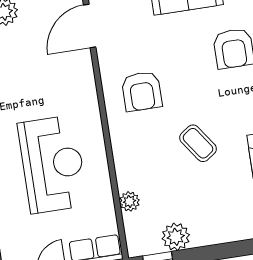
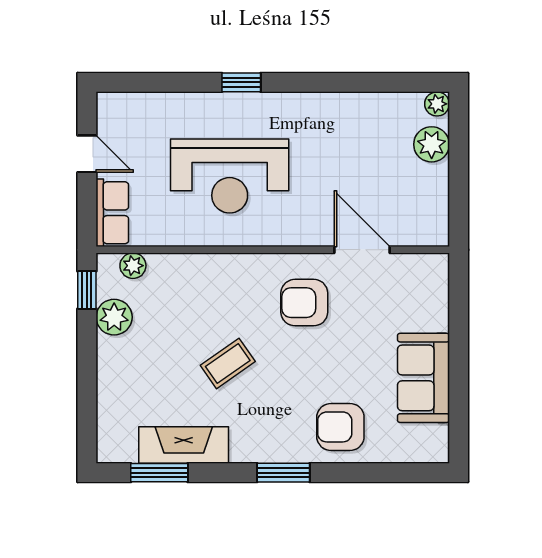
door: (90, 26) -> (362, 250), moved
plant: (129, 201) -> (133, 266), moved

